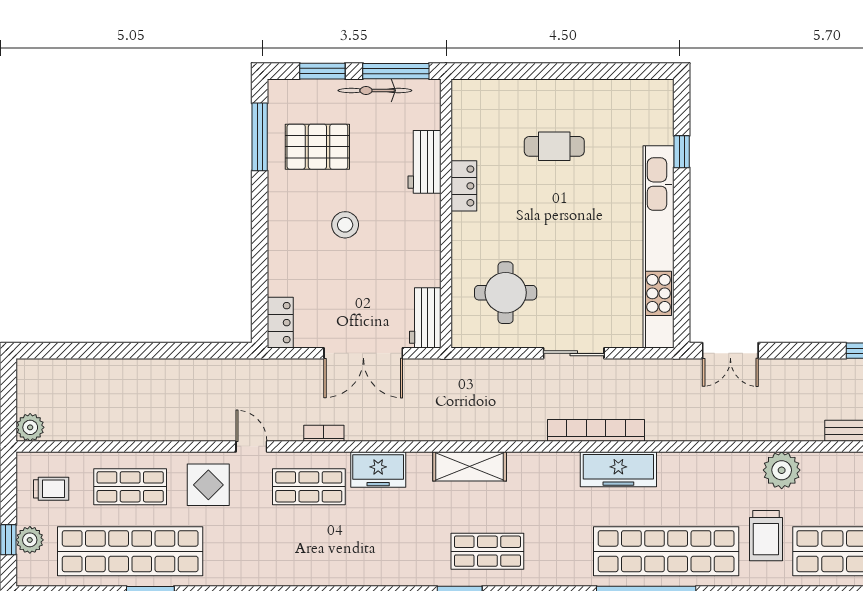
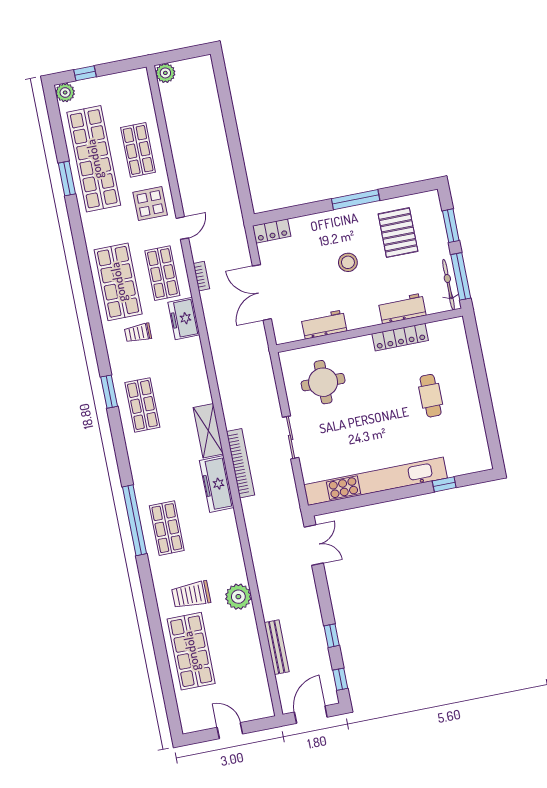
bicycle: (375, 90) -> (449, 285), moved
window: (260, 137) -> (356, 200), moved
locker: (464, 186) -> (400, 337), width x1.53
workbench: (425, 318) -> (324, 324), moved
double door: (730, 351) -> (314, 545), swing flipped
shelving: (470, 466) -> (208, 431), moved
trolley: (51, 489) -> (138, 333), moved, turned 90
plant: (30, 540) -> (65, 93), moved
shop shelf: (309, 551) -> (118, 282), added
shop shelf: (666, 551) -> (167, 528), width x0.50, depth x0.74

